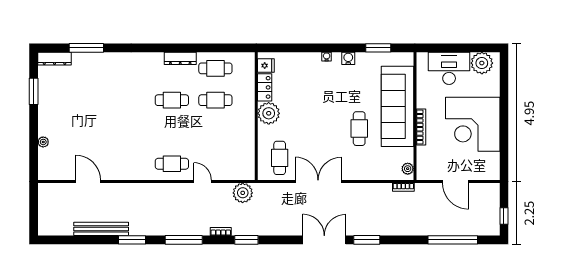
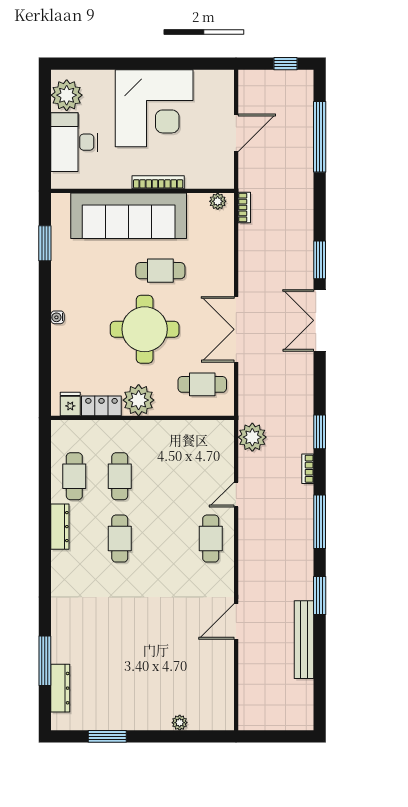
water cooler: (348, 58) -> (60, 286), removed
dresser: (55, 59) -> (60, 688), moved
round table: (318, 118) -> (145, 329), added
door: (88, 181) -> (236, 621), moved

